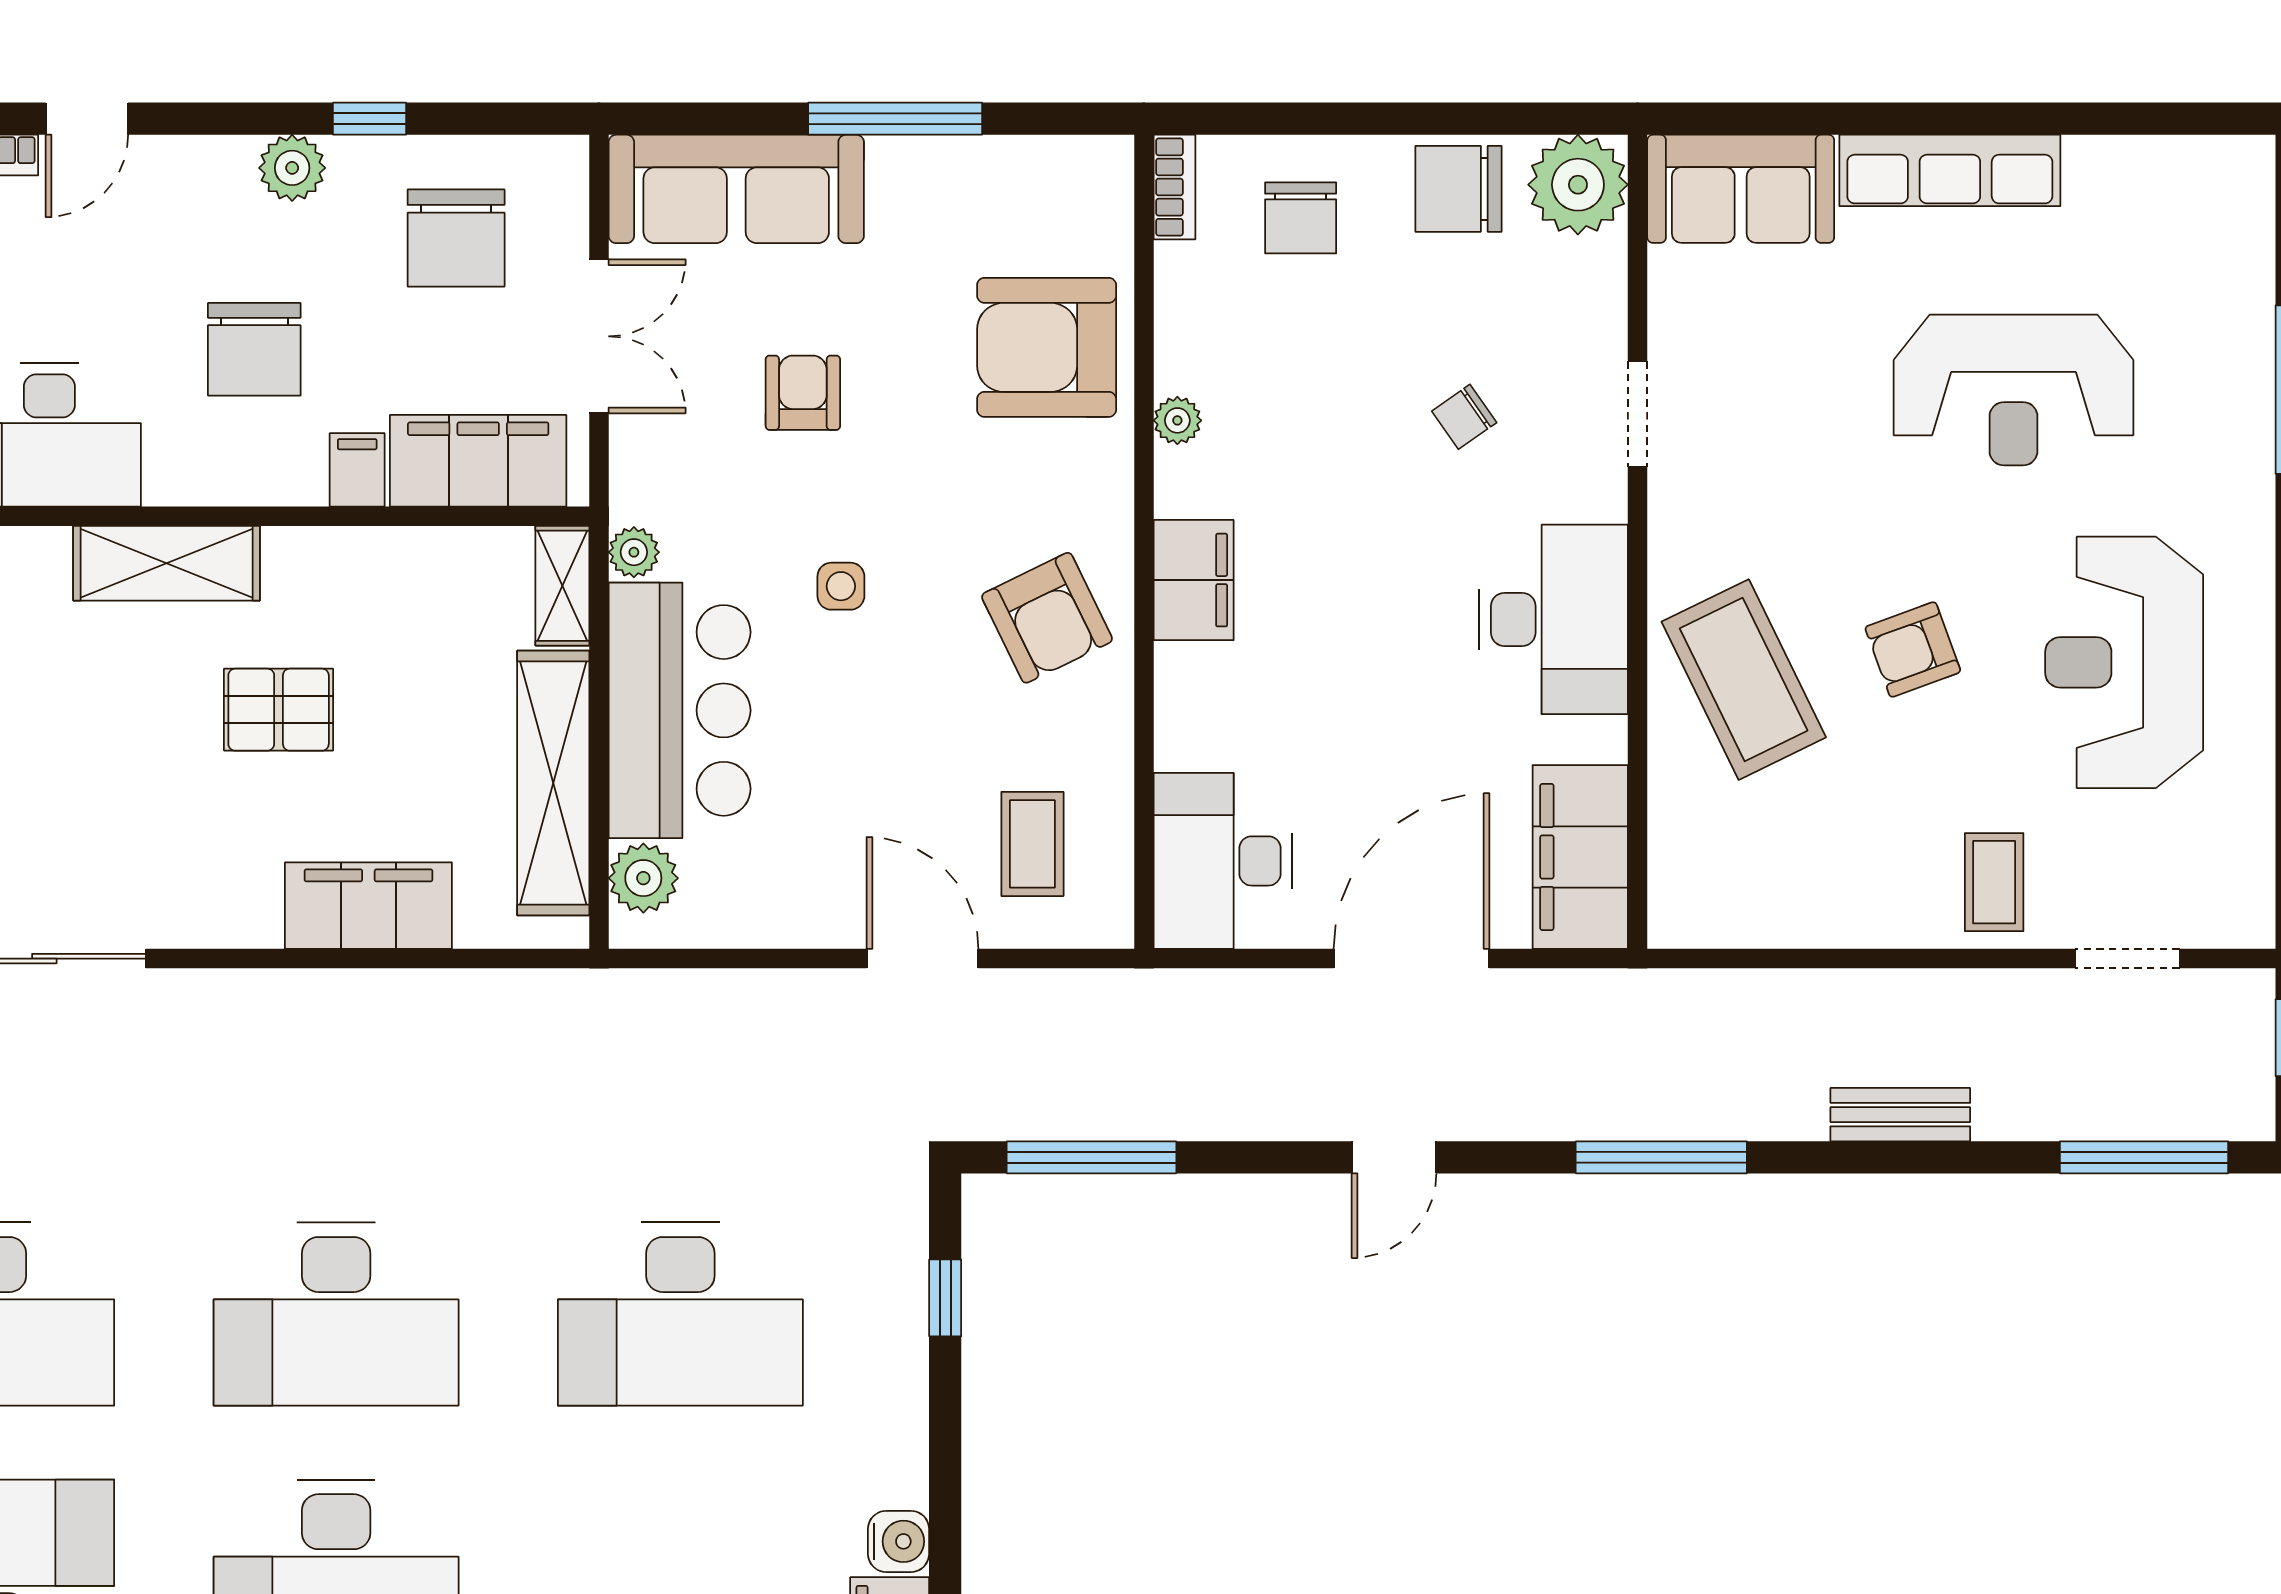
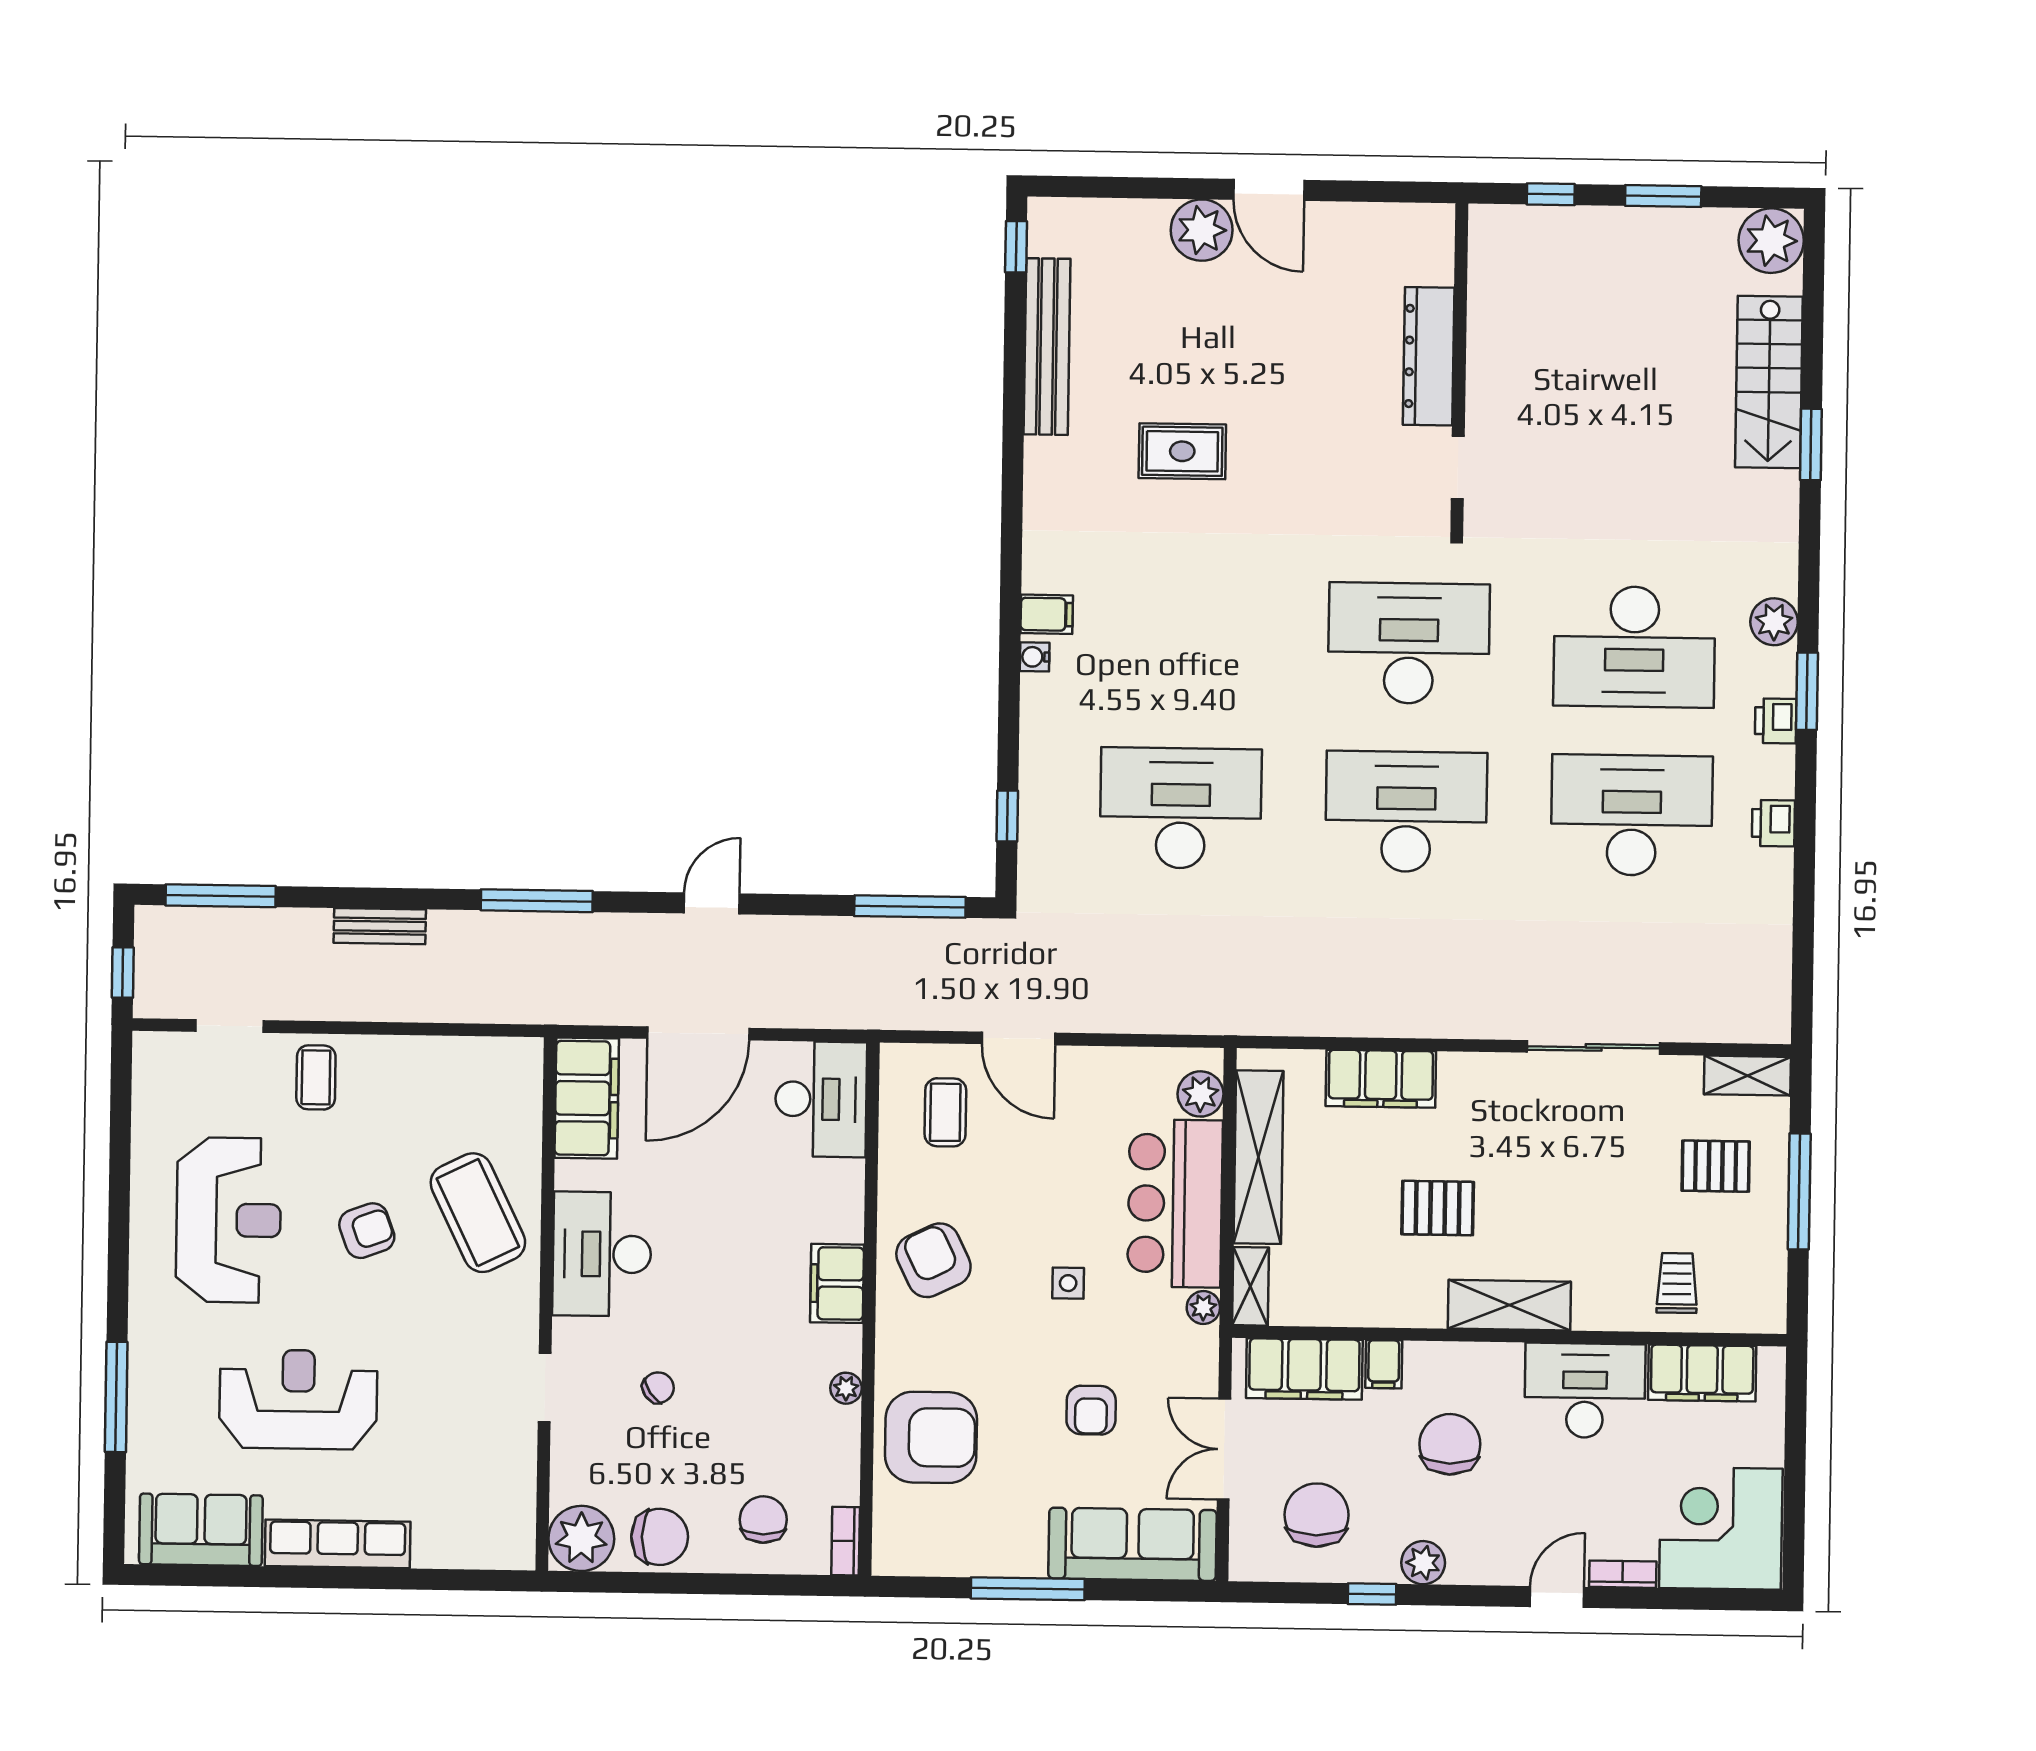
sofa: (1741, 189) -> (201, 1530), moved
water cooler: (899, 1541) -> (1035, 657), width x0.72, depth x0.72

